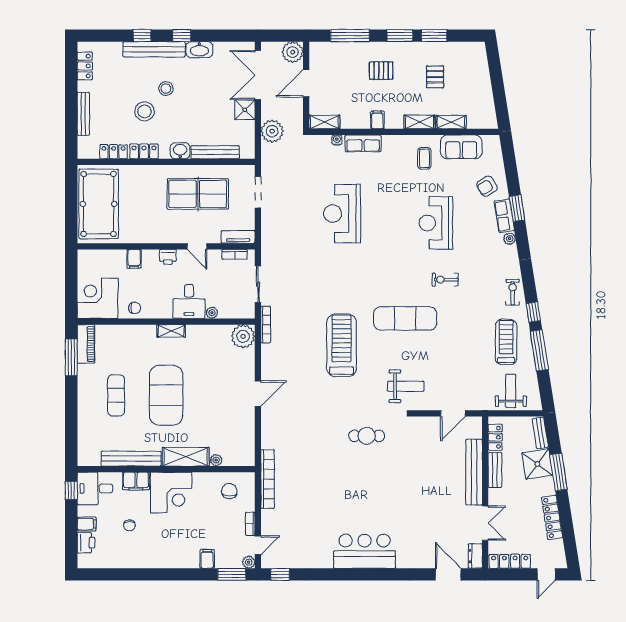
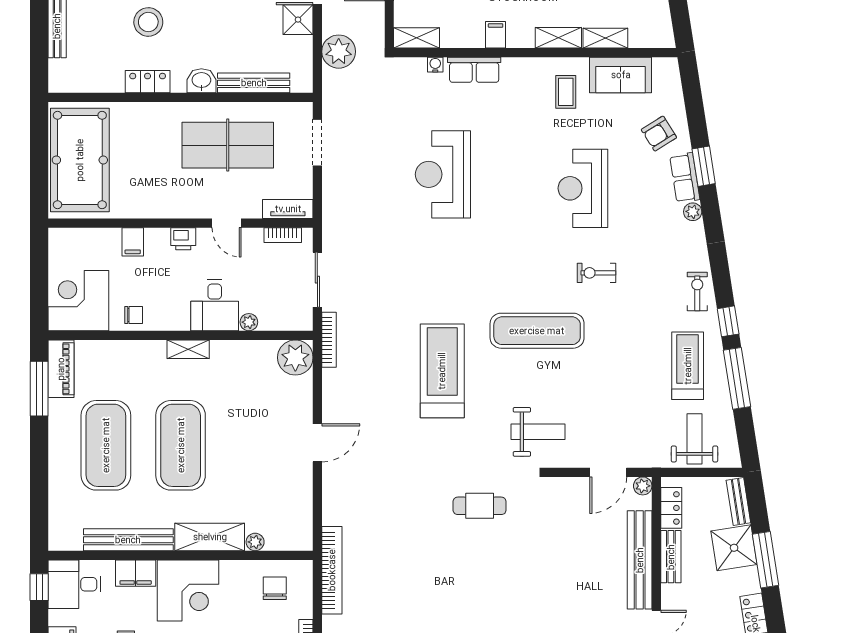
locker: (113, 152) -> (102, 82), removed
exercise mat: (116, 395) -> (106, 445), width x2.00, depth x1.45
plant: (476, 422) -> (643, 486), added

